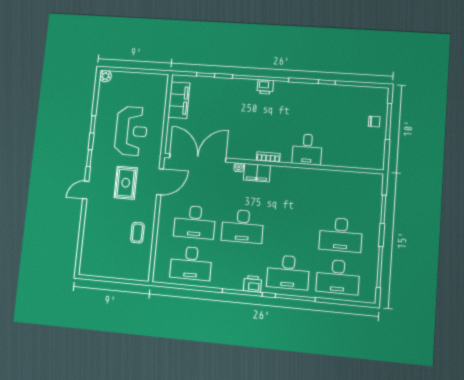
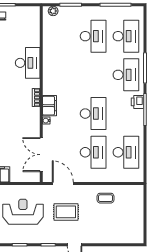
desk: (307, 149) -> (28, 63), width x1.37
double door: (198, 158) -> (41, 155), width x0.73
plant: (377, 187) -> (53, 11), added

